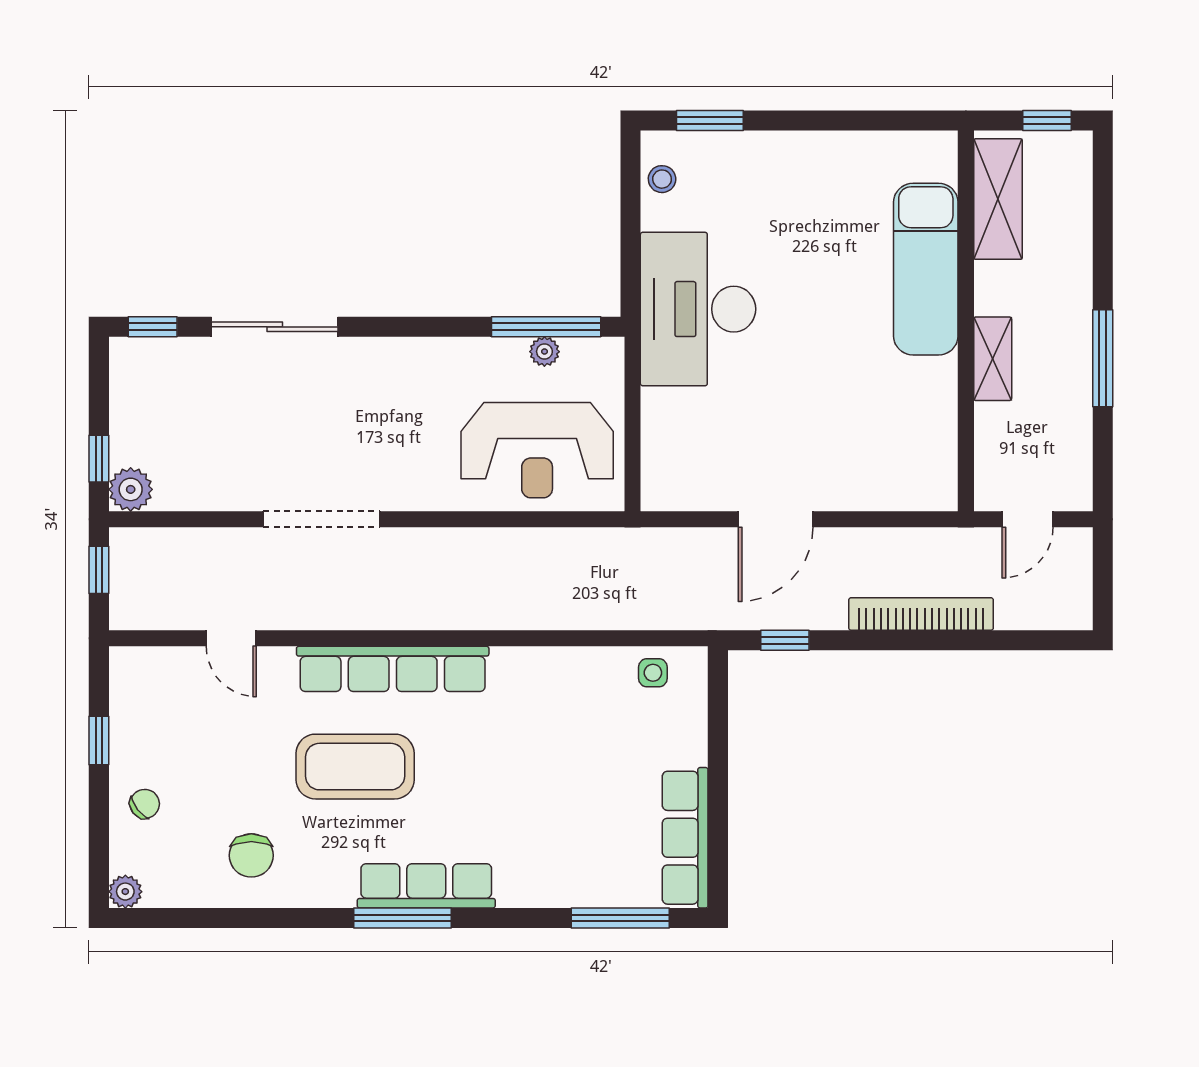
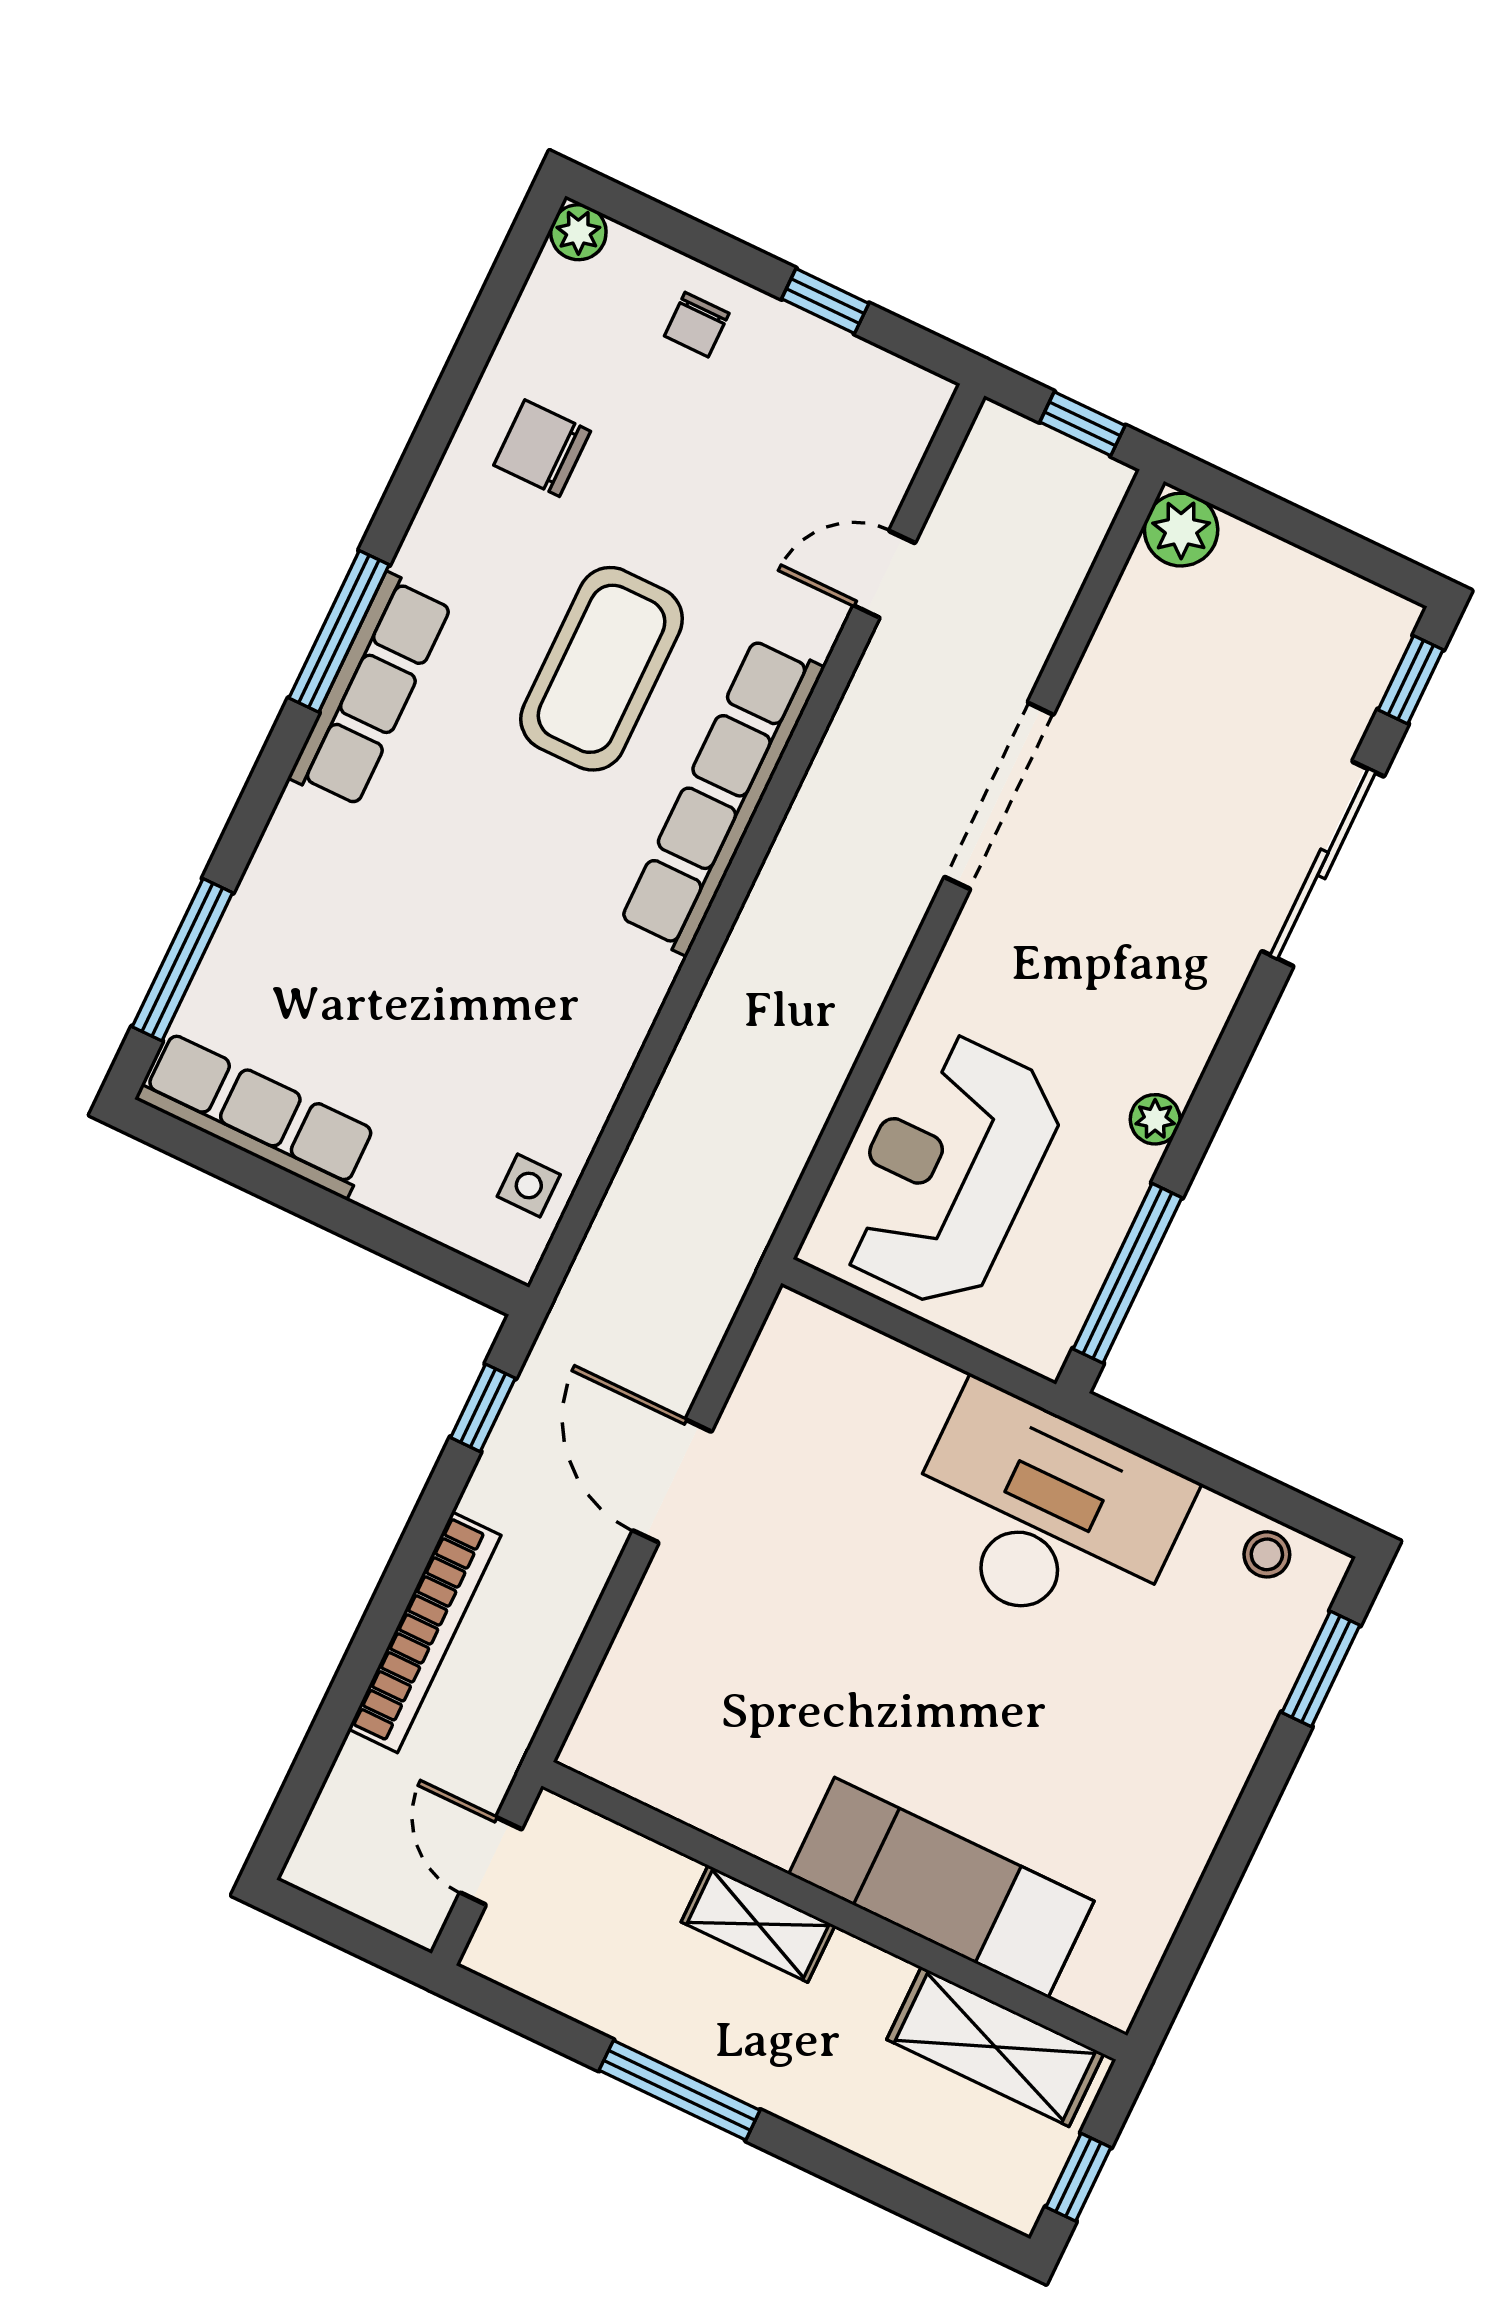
plant: (544, 352) -> (1155, 1119), moved
window: (99, 459) -> (1250, 504), removed
chair: (145, 804) -> (697, 325), turned 38

